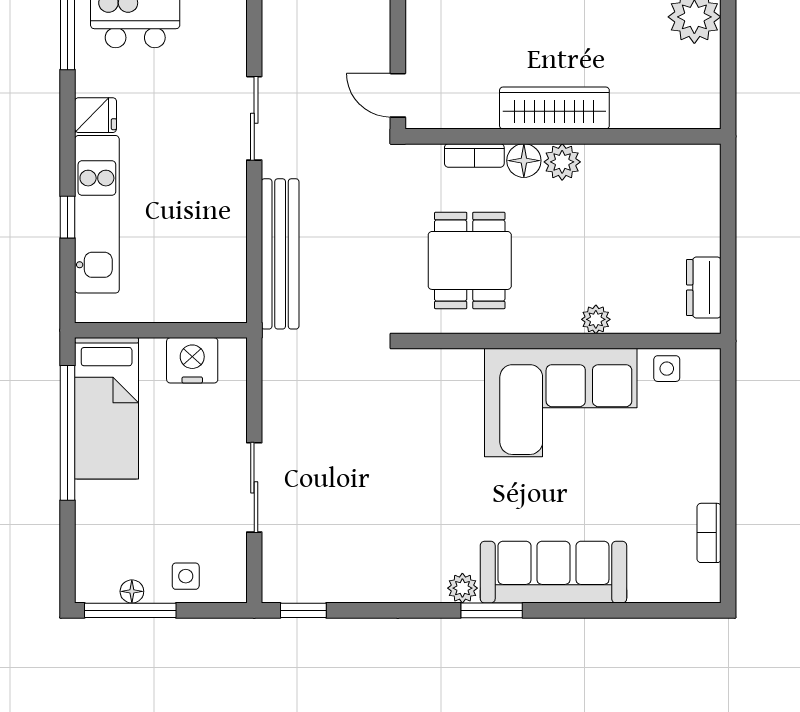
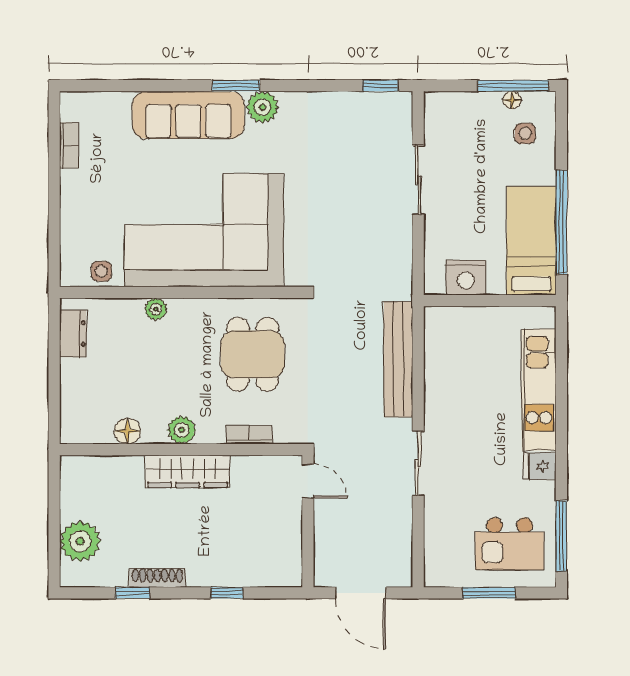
floor lamp: (524, 161) -> (127, 431), moved
window: (68, 217) -> (561, 388), removed
corner sofa: (561, 403) -> (204, 230), width x1.36, depth x1.36
side table: (186, 576) -> (525, 133), moved
plant: (462, 588) -> (263, 107), width x1.38, depth x1.38

